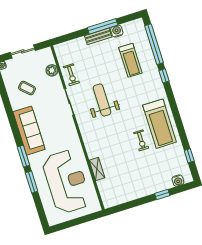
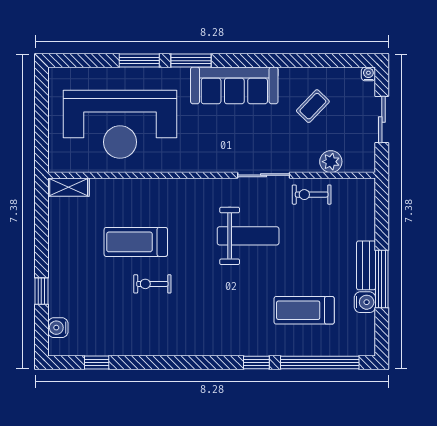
treadmill: (160, 124) -> (136, 242), moved, width x0.73, depth x0.73
shelving: (97, 169) -> (69, 187), moved

